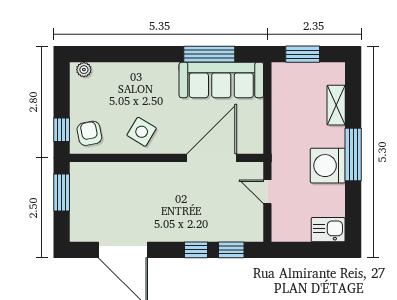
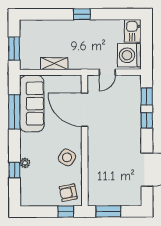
window: (123, 54) -> (15, 170), added
plant: (84, 70) -> (25, 163), moved
shelving: (336, 105) -> (54, 64), moved
window: (353, 154) -> (82, 14), width x0.46
washing machine: (328, 166) -> (129, 55), moved, turned 90

